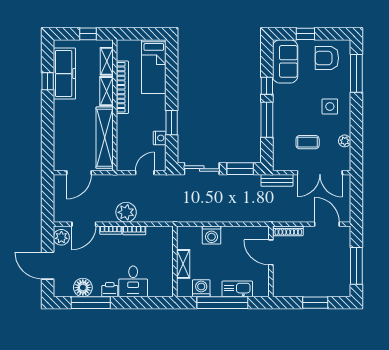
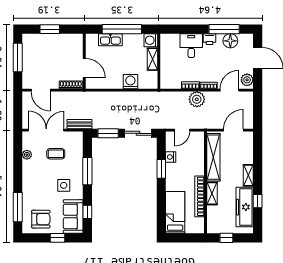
shelving: (107, 61) -> (248, 175), moved
window: (267, 86) -> (87, 212), moved
side table: (330, 106) -> (64, 185), moved
washing machine: (201, 288) -> (151, 40), moved, turned 90

